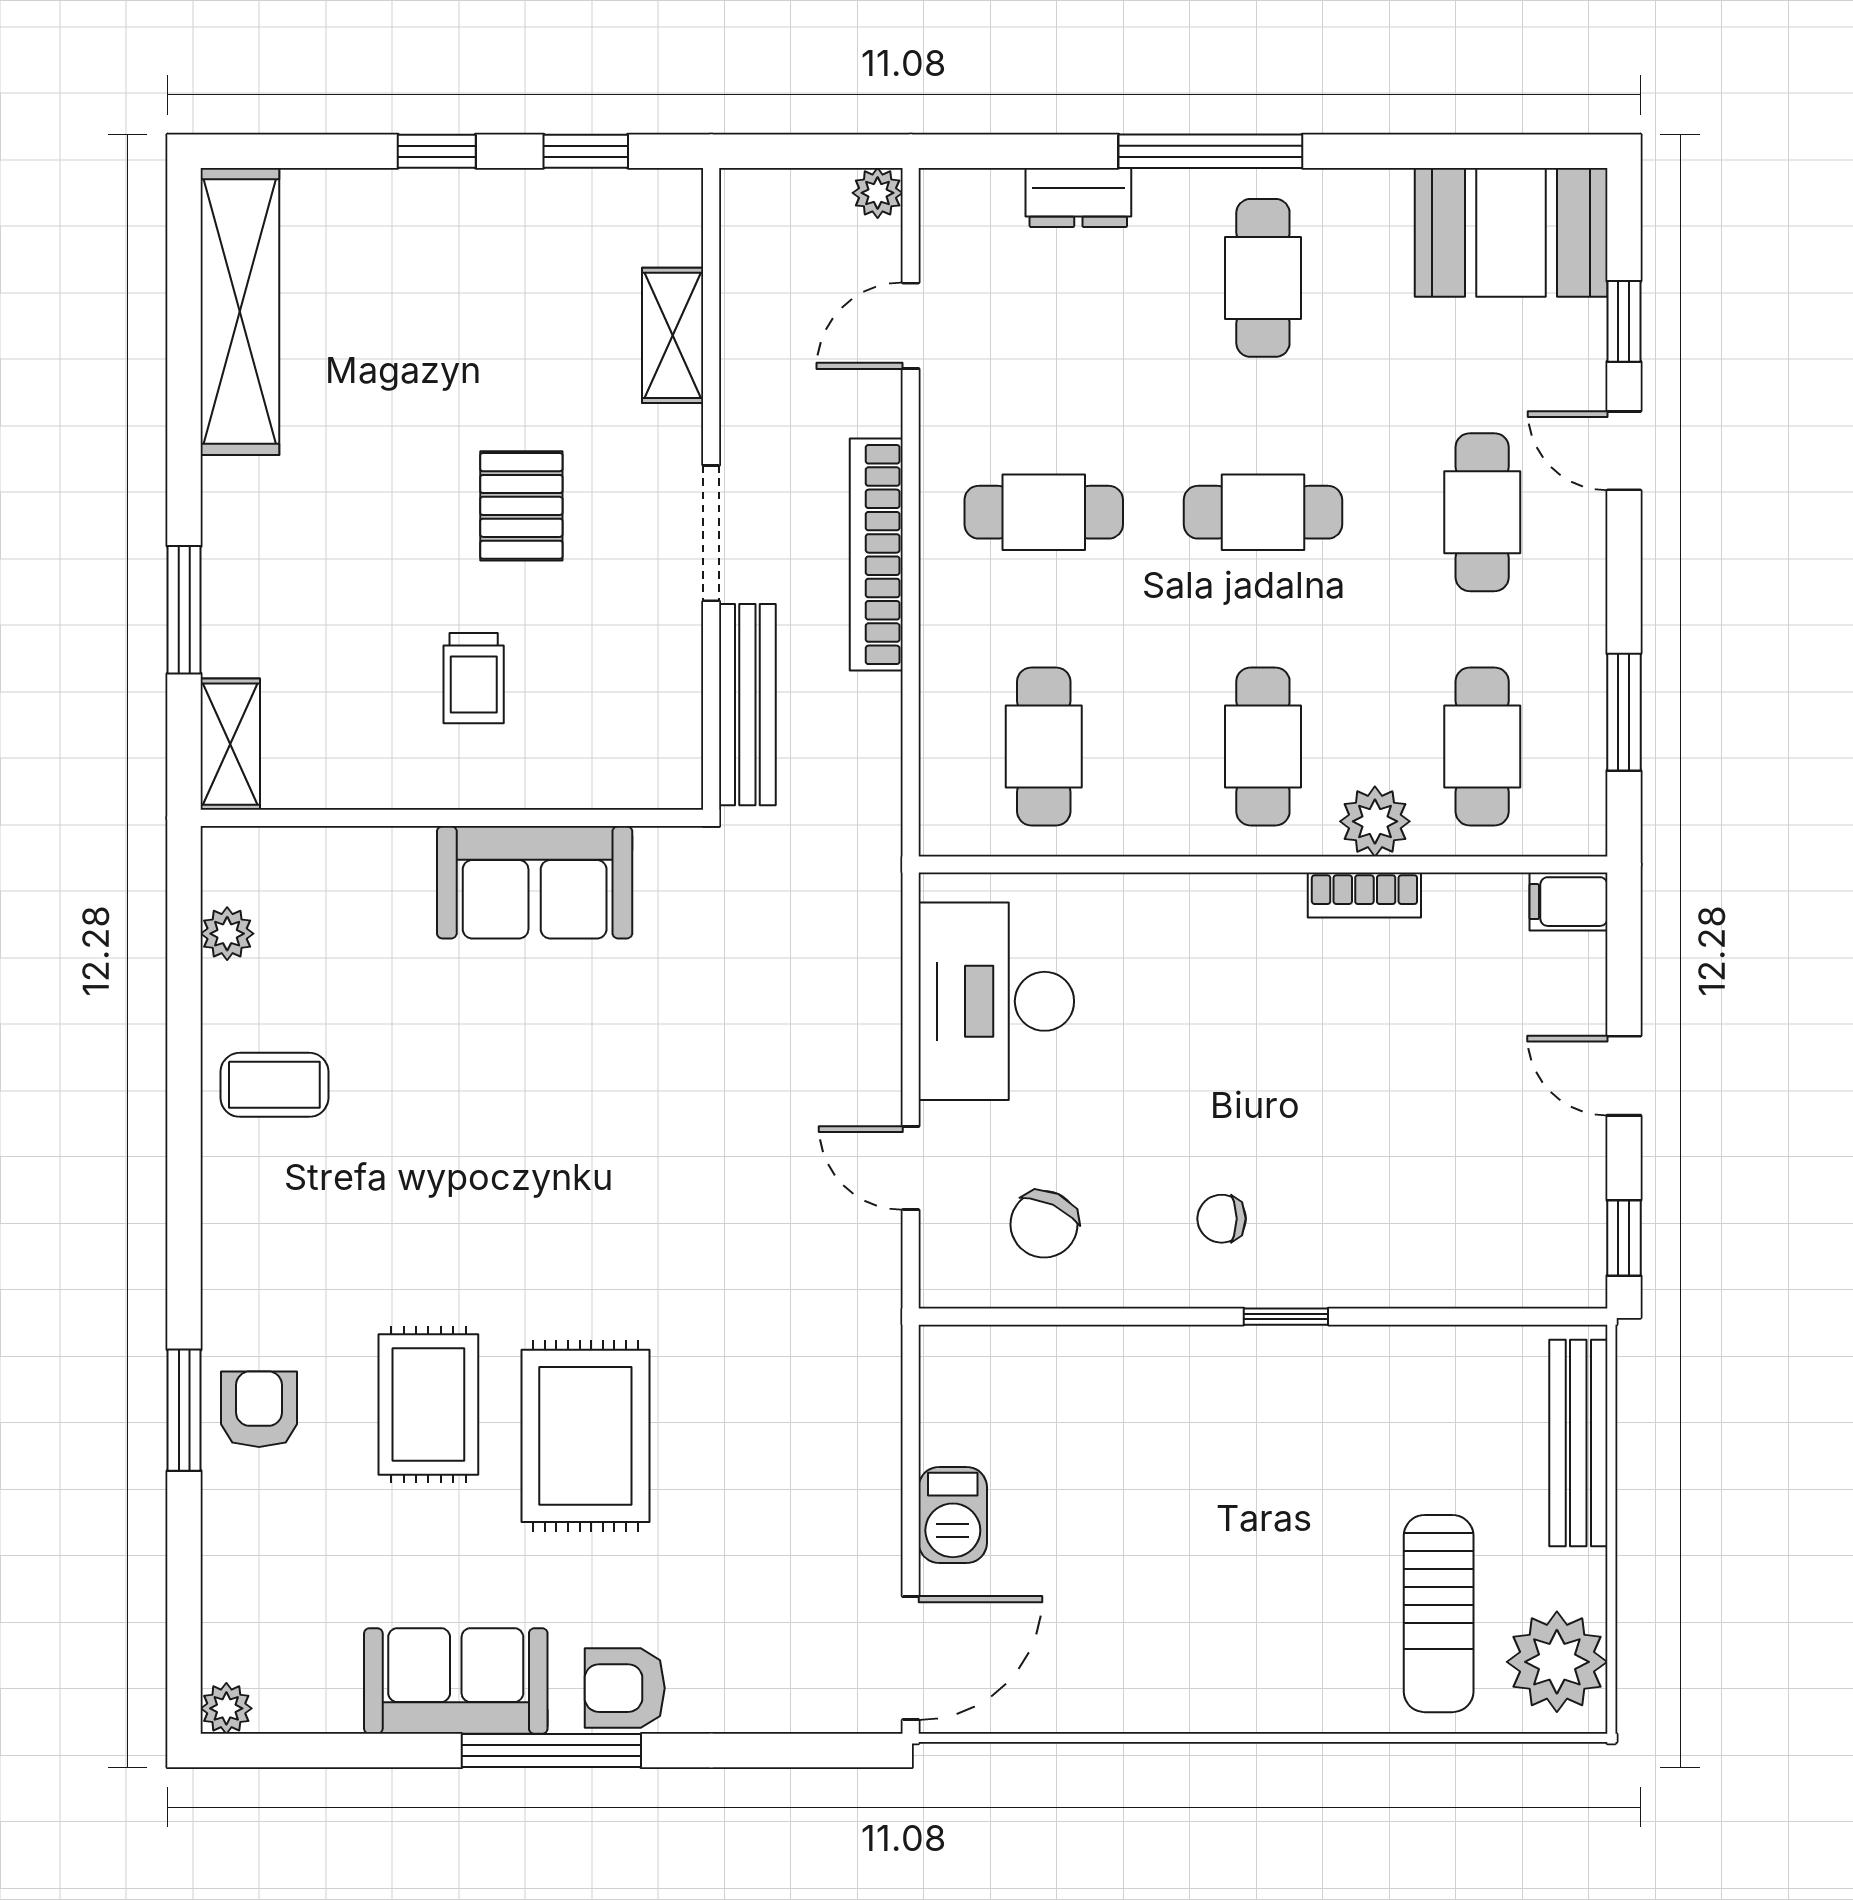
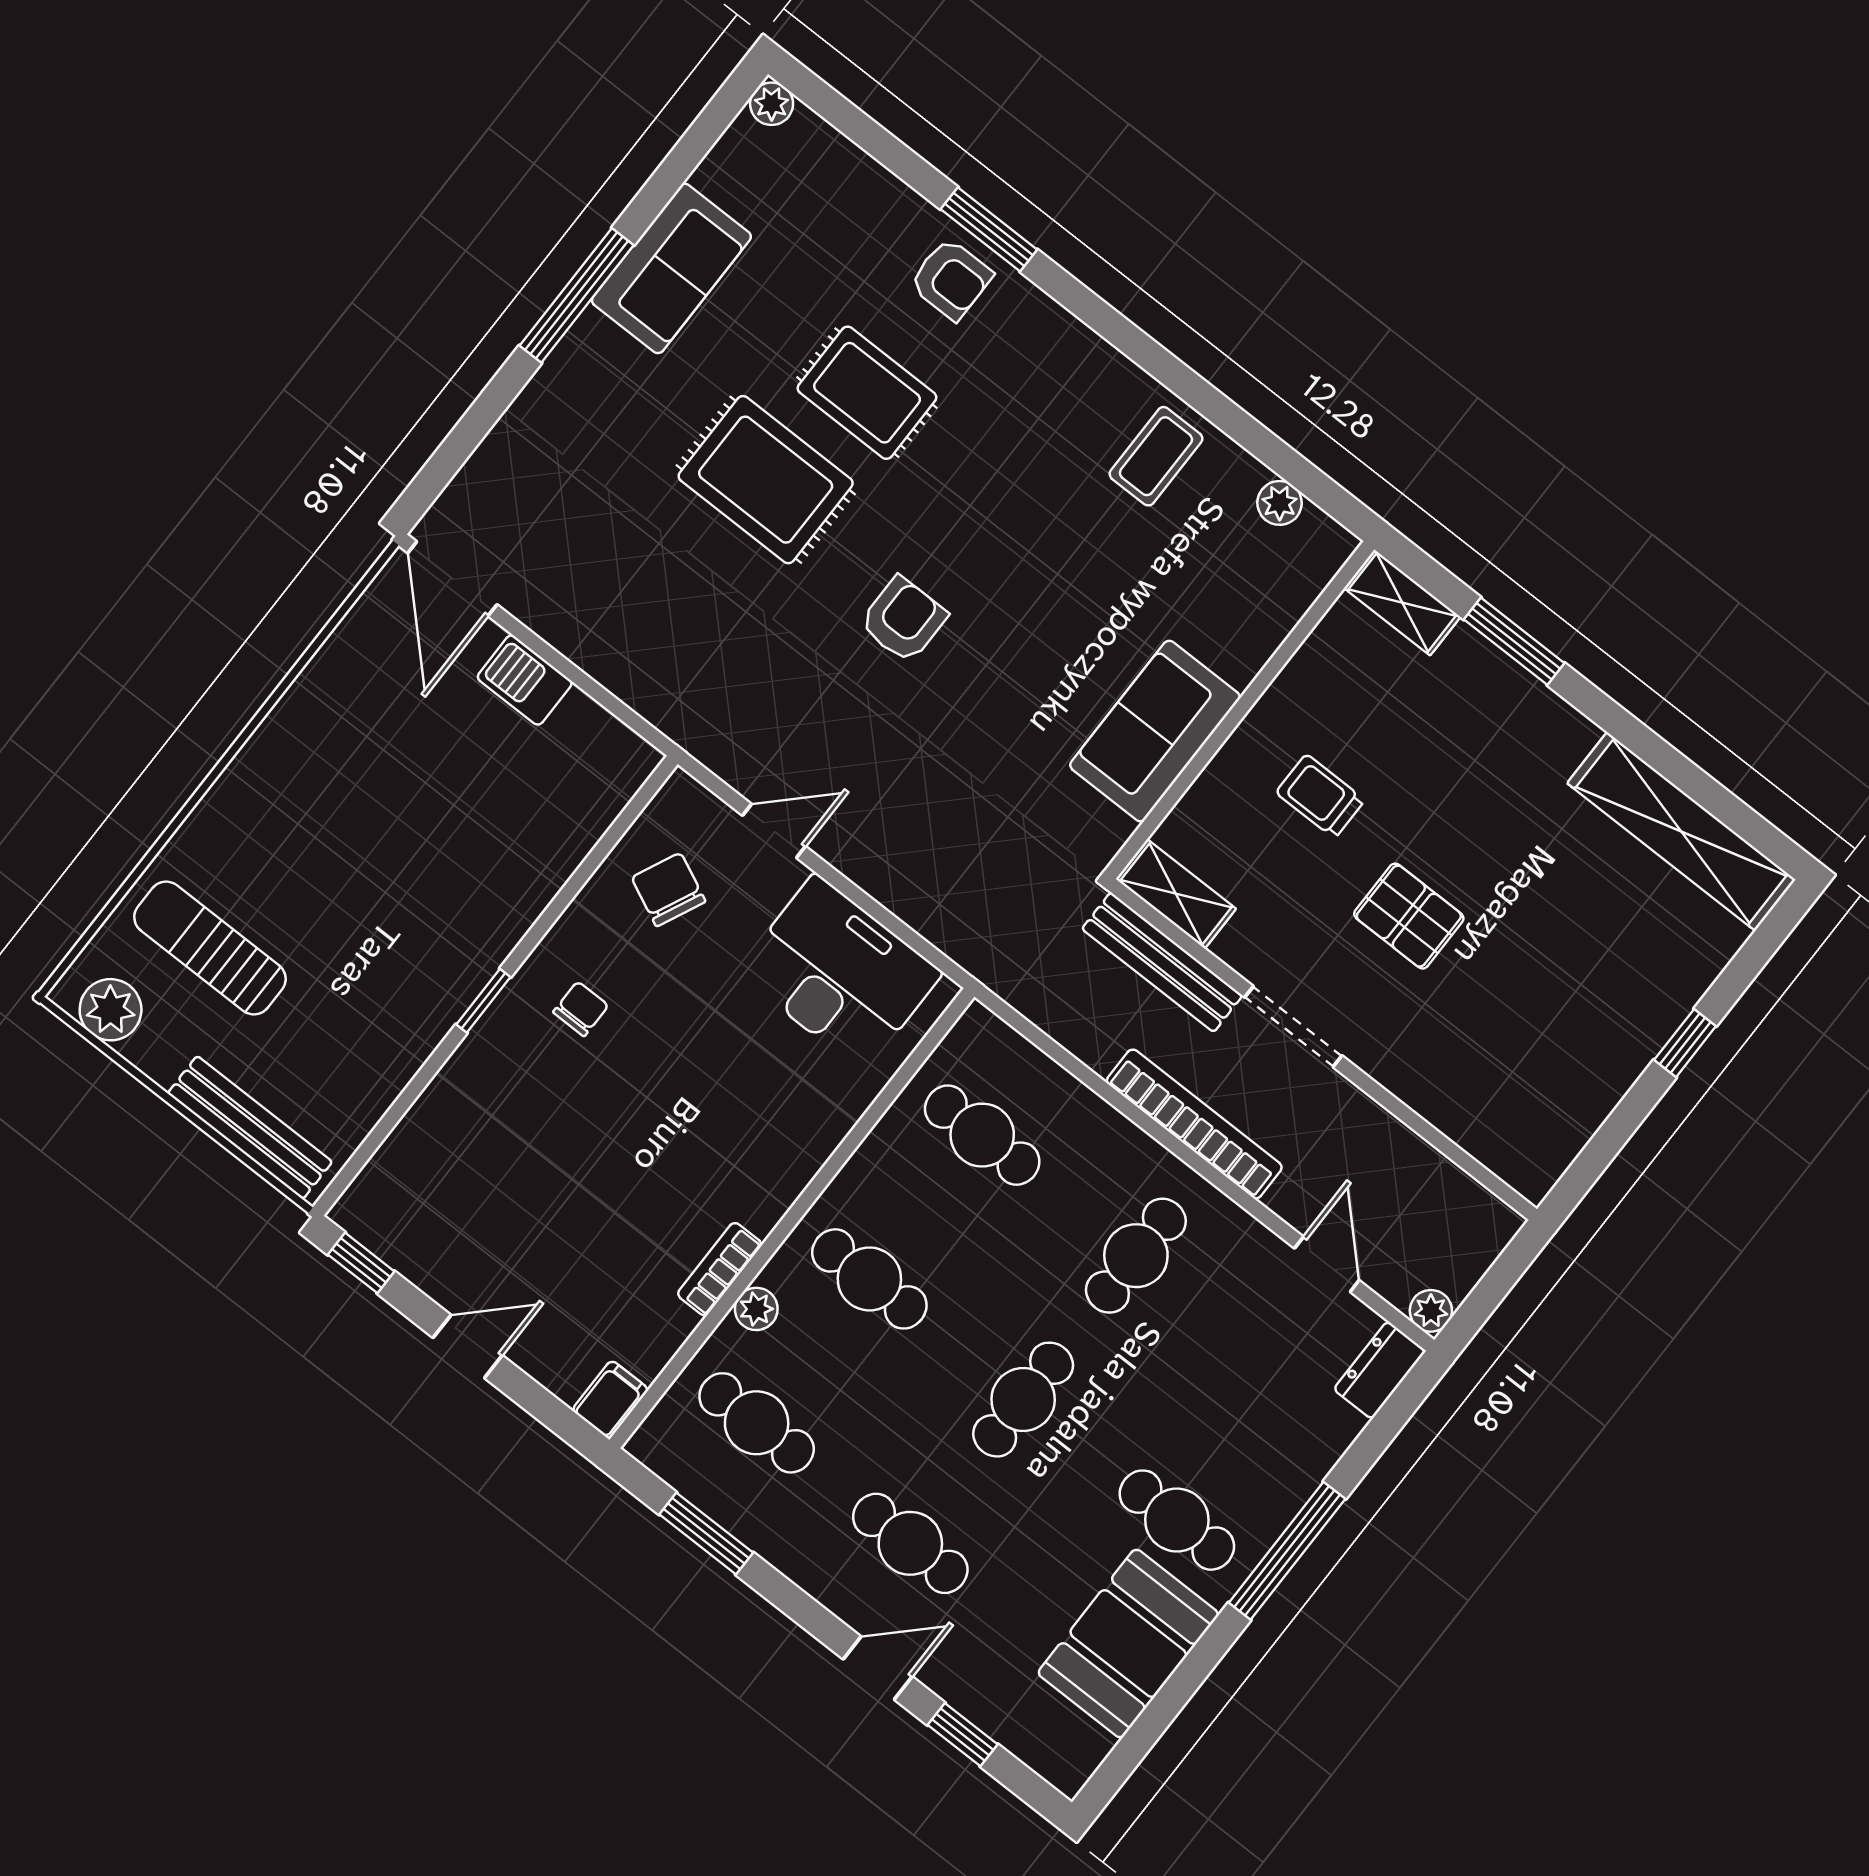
window: (586, 151) -> (1608, 1141), removed
dresser: (1078, 198) -> (1380, 1370), moved
booth: (1511, 232) -> (1128, 1644), moved
shelving: (673, 335) -> (1176, 894), moved
plant: (1375, 821) -> (756, 1309), width x0.73, depth x0.73
plant: (1557, 1662) -> (111, 1010), width x0.73, depth x0.73
armchair: (625, 1688) -> (903, 620), moved

